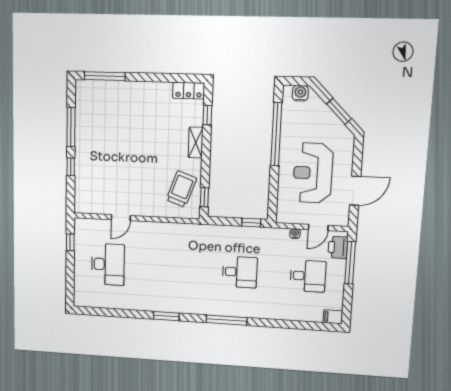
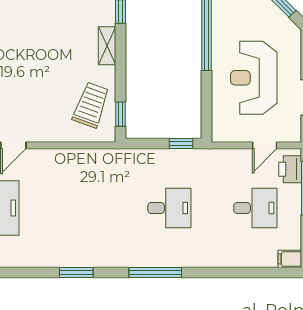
water cooler: (295, 234) -> (236, 155), removed

